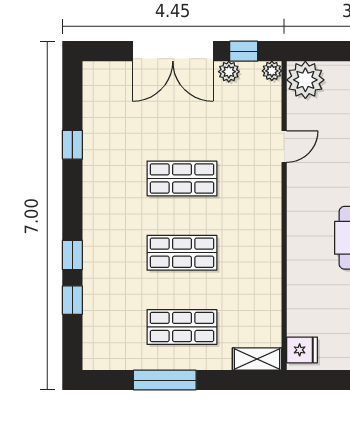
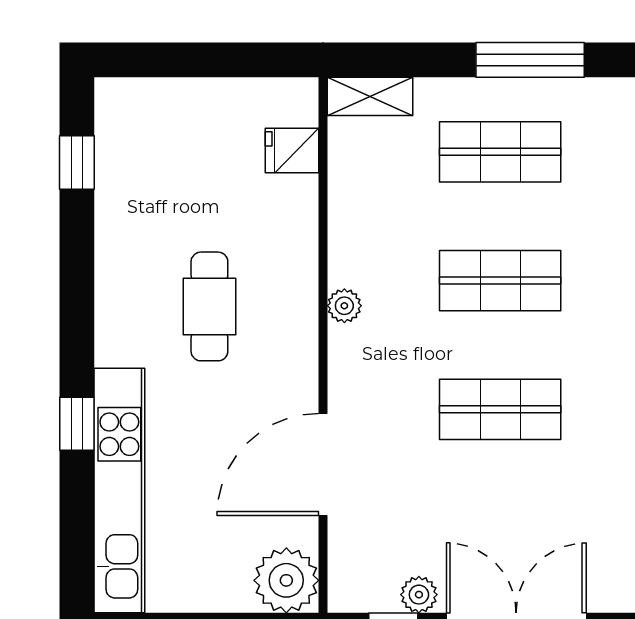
plant: (272, 71) -> (344, 306), moved
door: (284, 147) -> (323, 465), width x1.87
fridge: (302, 350) -> (292, 151), moved

